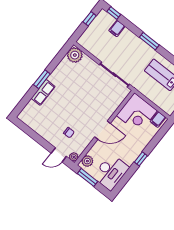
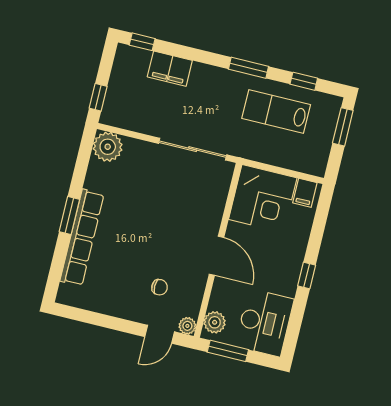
window: (90, 19) -> (98, 97), moved
filing cabinet: (117, 28) -> (170, 69), width x2.00
window: (149, 41) -> (248, 68), moved
row of seats: (43, 92) -> (82, 238), width x2.02
door: (103, 130) -> (216, 256), hinge flipped

